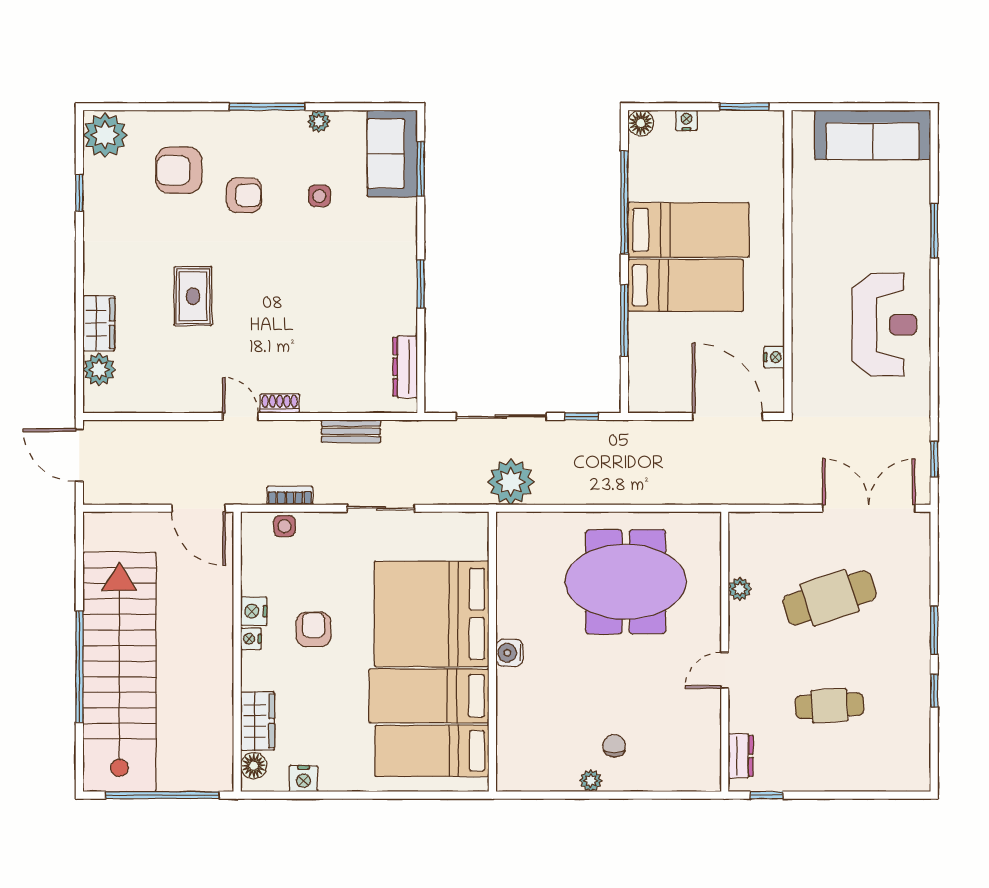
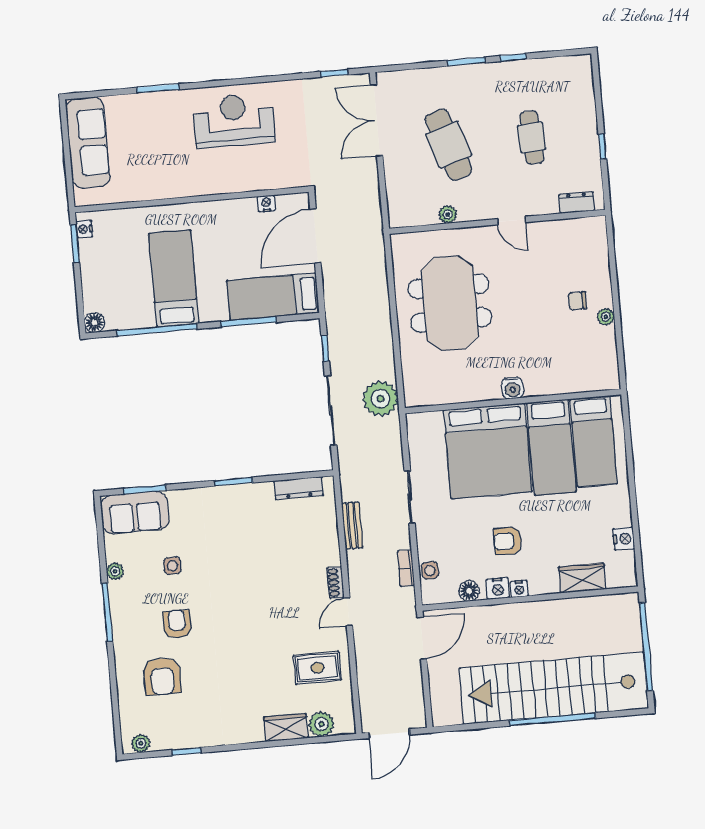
nightstand: (686, 120) -> (84, 229), moved
plant: (105, 135) -> (141, 743), width x0.53, depth x0.53
bed: (685, 285) -> (273, 297), moved, turned -90
rug: (193, 296) -> (317, 668), moved
floor lamp: (254, 766) -> (469, 591), moved
window: (766, 795) -> (602, 147), moved

